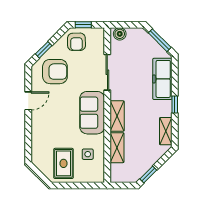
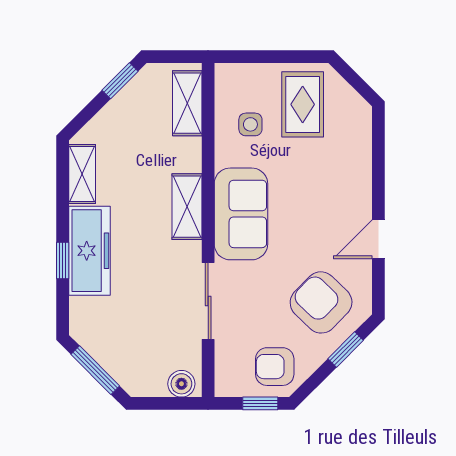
armchair: (76, 42) -> (275, 367), turned -89
armchair: (55, 72) -> (321, 302), turned 44
freezer: (162, 79) -> (89, 251), moved
window: (175, 104) -> (63, 260), moved
shelving: (117, 148) -> (187, 103), moved

